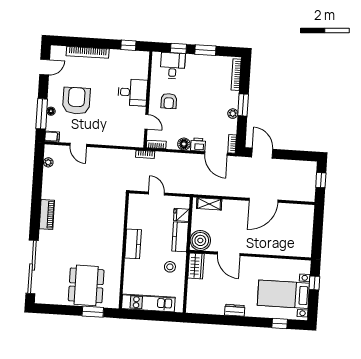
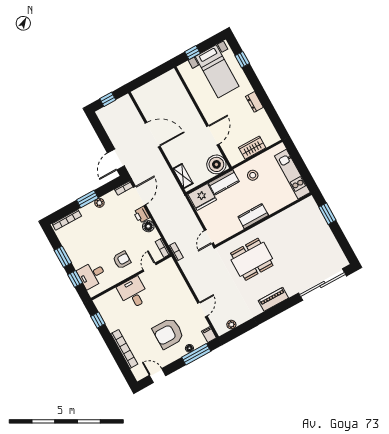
door: (156, 194) -> (209, 237), moved
fridge: (181, 215) -> (202, 197), width x1.88, depth x1.34
wardrobe: (196, 266) -> (252, 148), moved
dining table: (86, 285) -> (252, 259), moved

